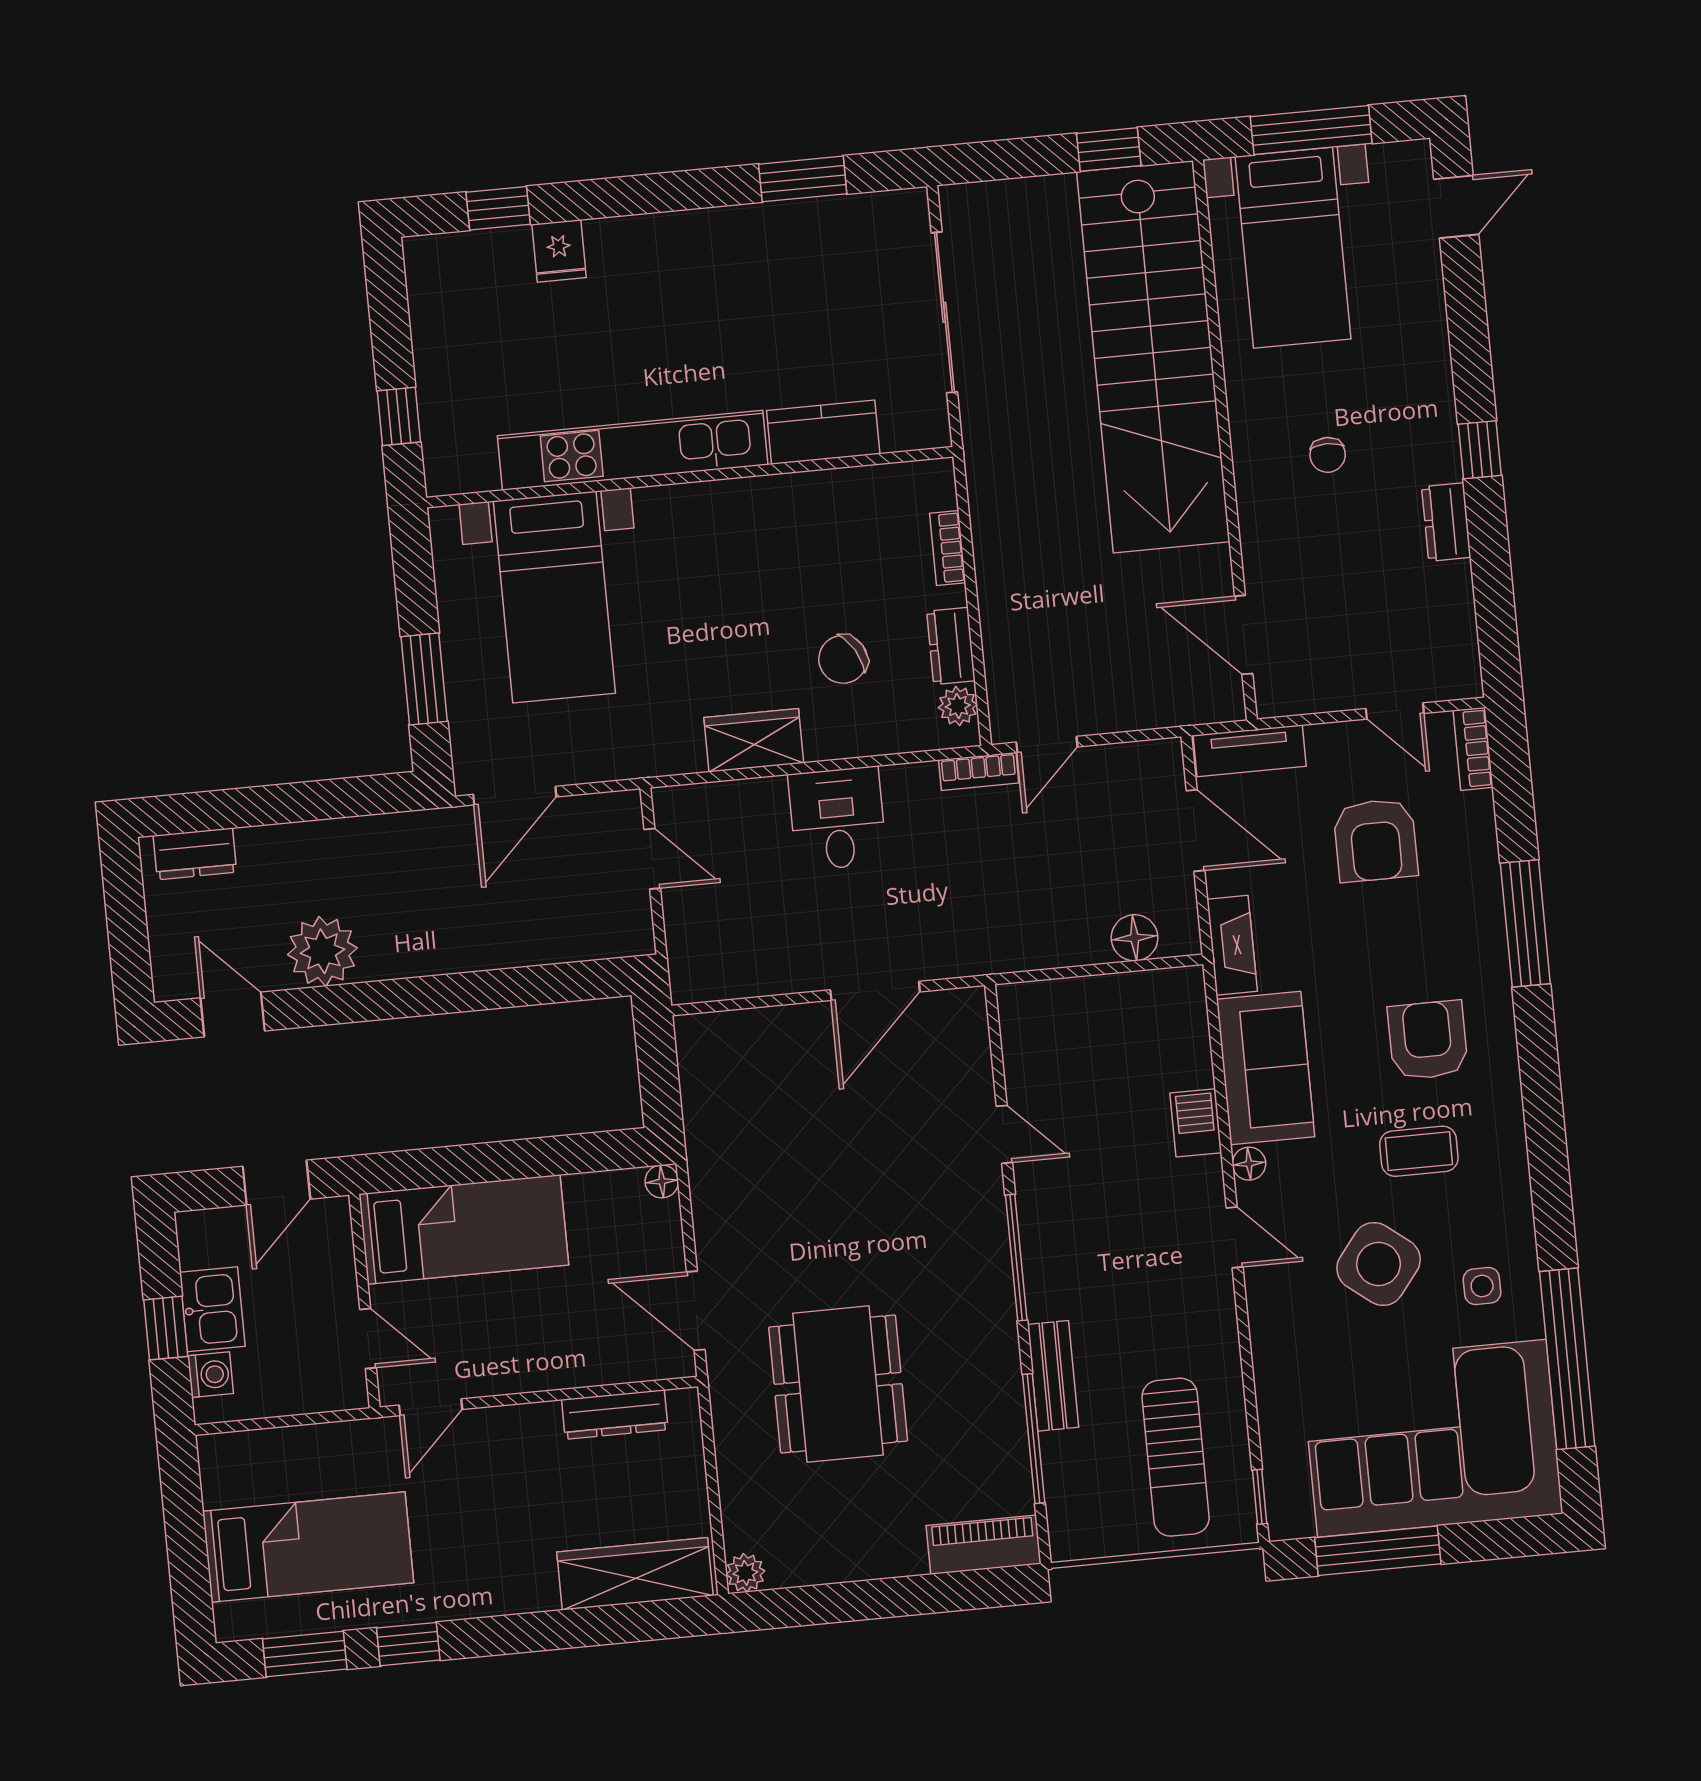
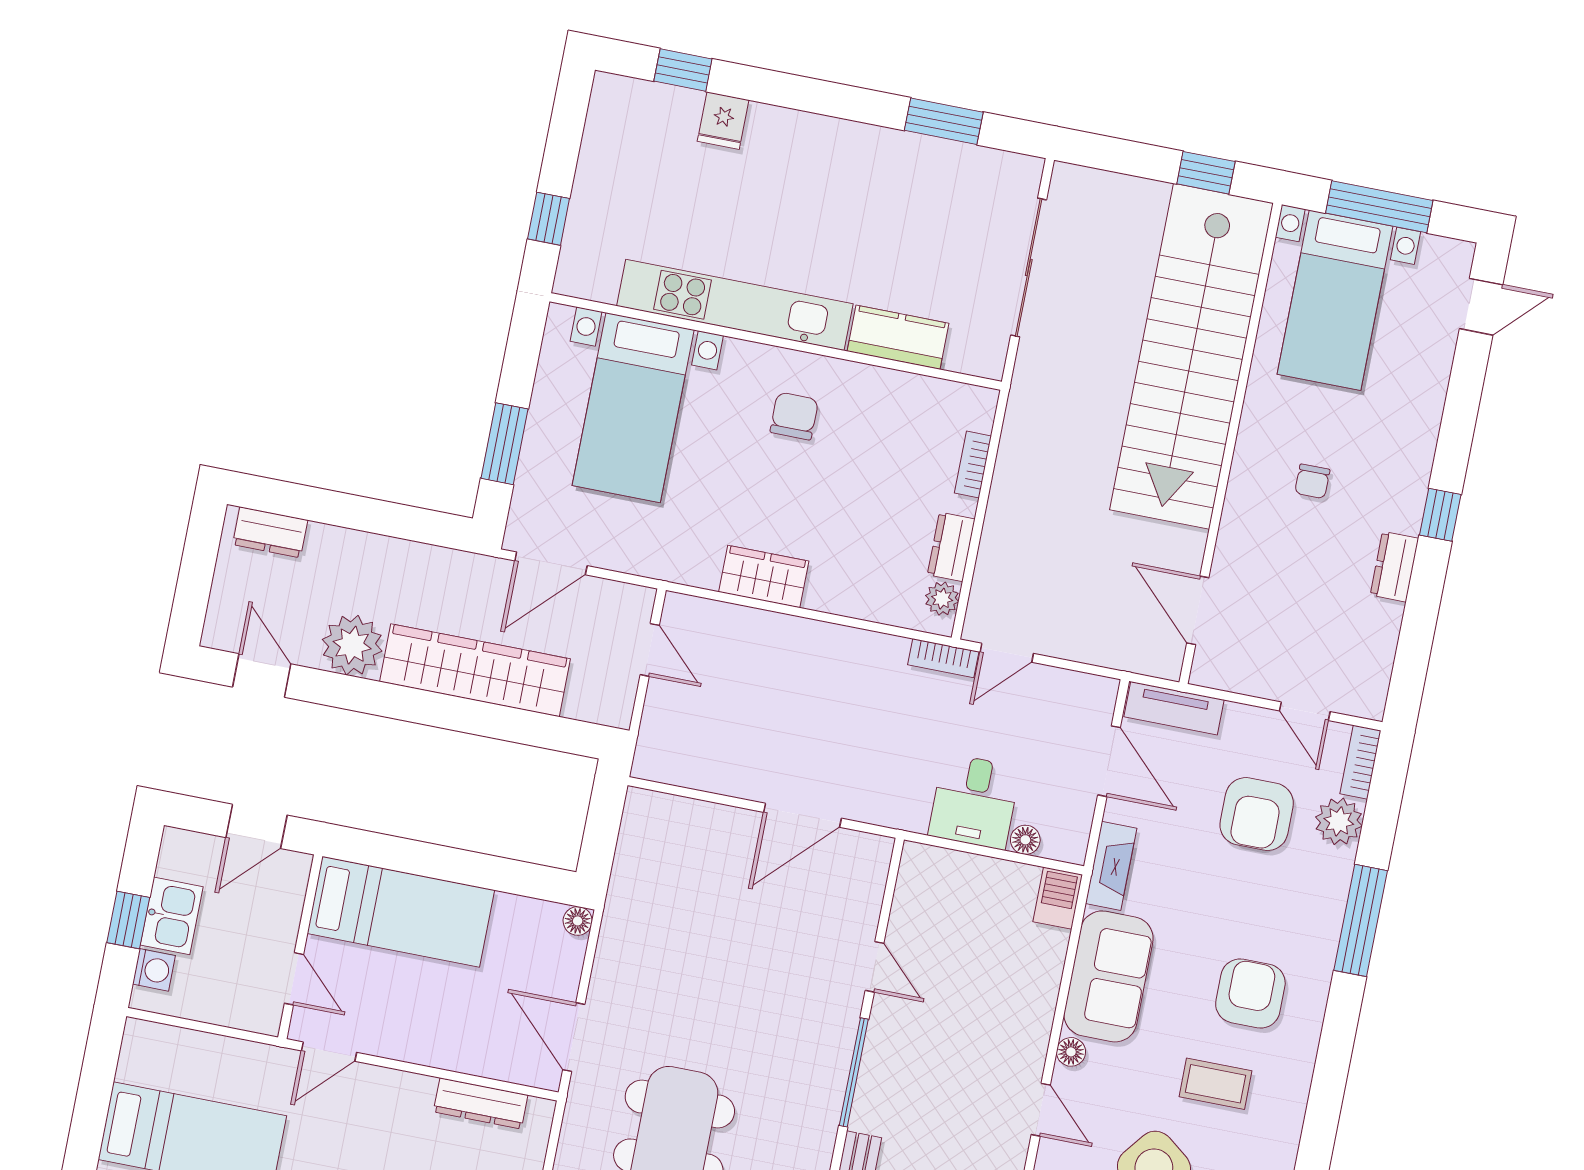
chair: (843, 659) -> (794, 416), moved, turned 120
desk: (837, 819) -> (974, 801), moved, turned 180
plant: (1469, 821) -> (1339, 821), added
floor lamp: (1135, 938) -> (1025, 840), width x0.73, depth x0.73
wardrobe: (466, 939) -> (475, 670), added
barbecue: (1196, 1123) -> (1058, 898), moved

